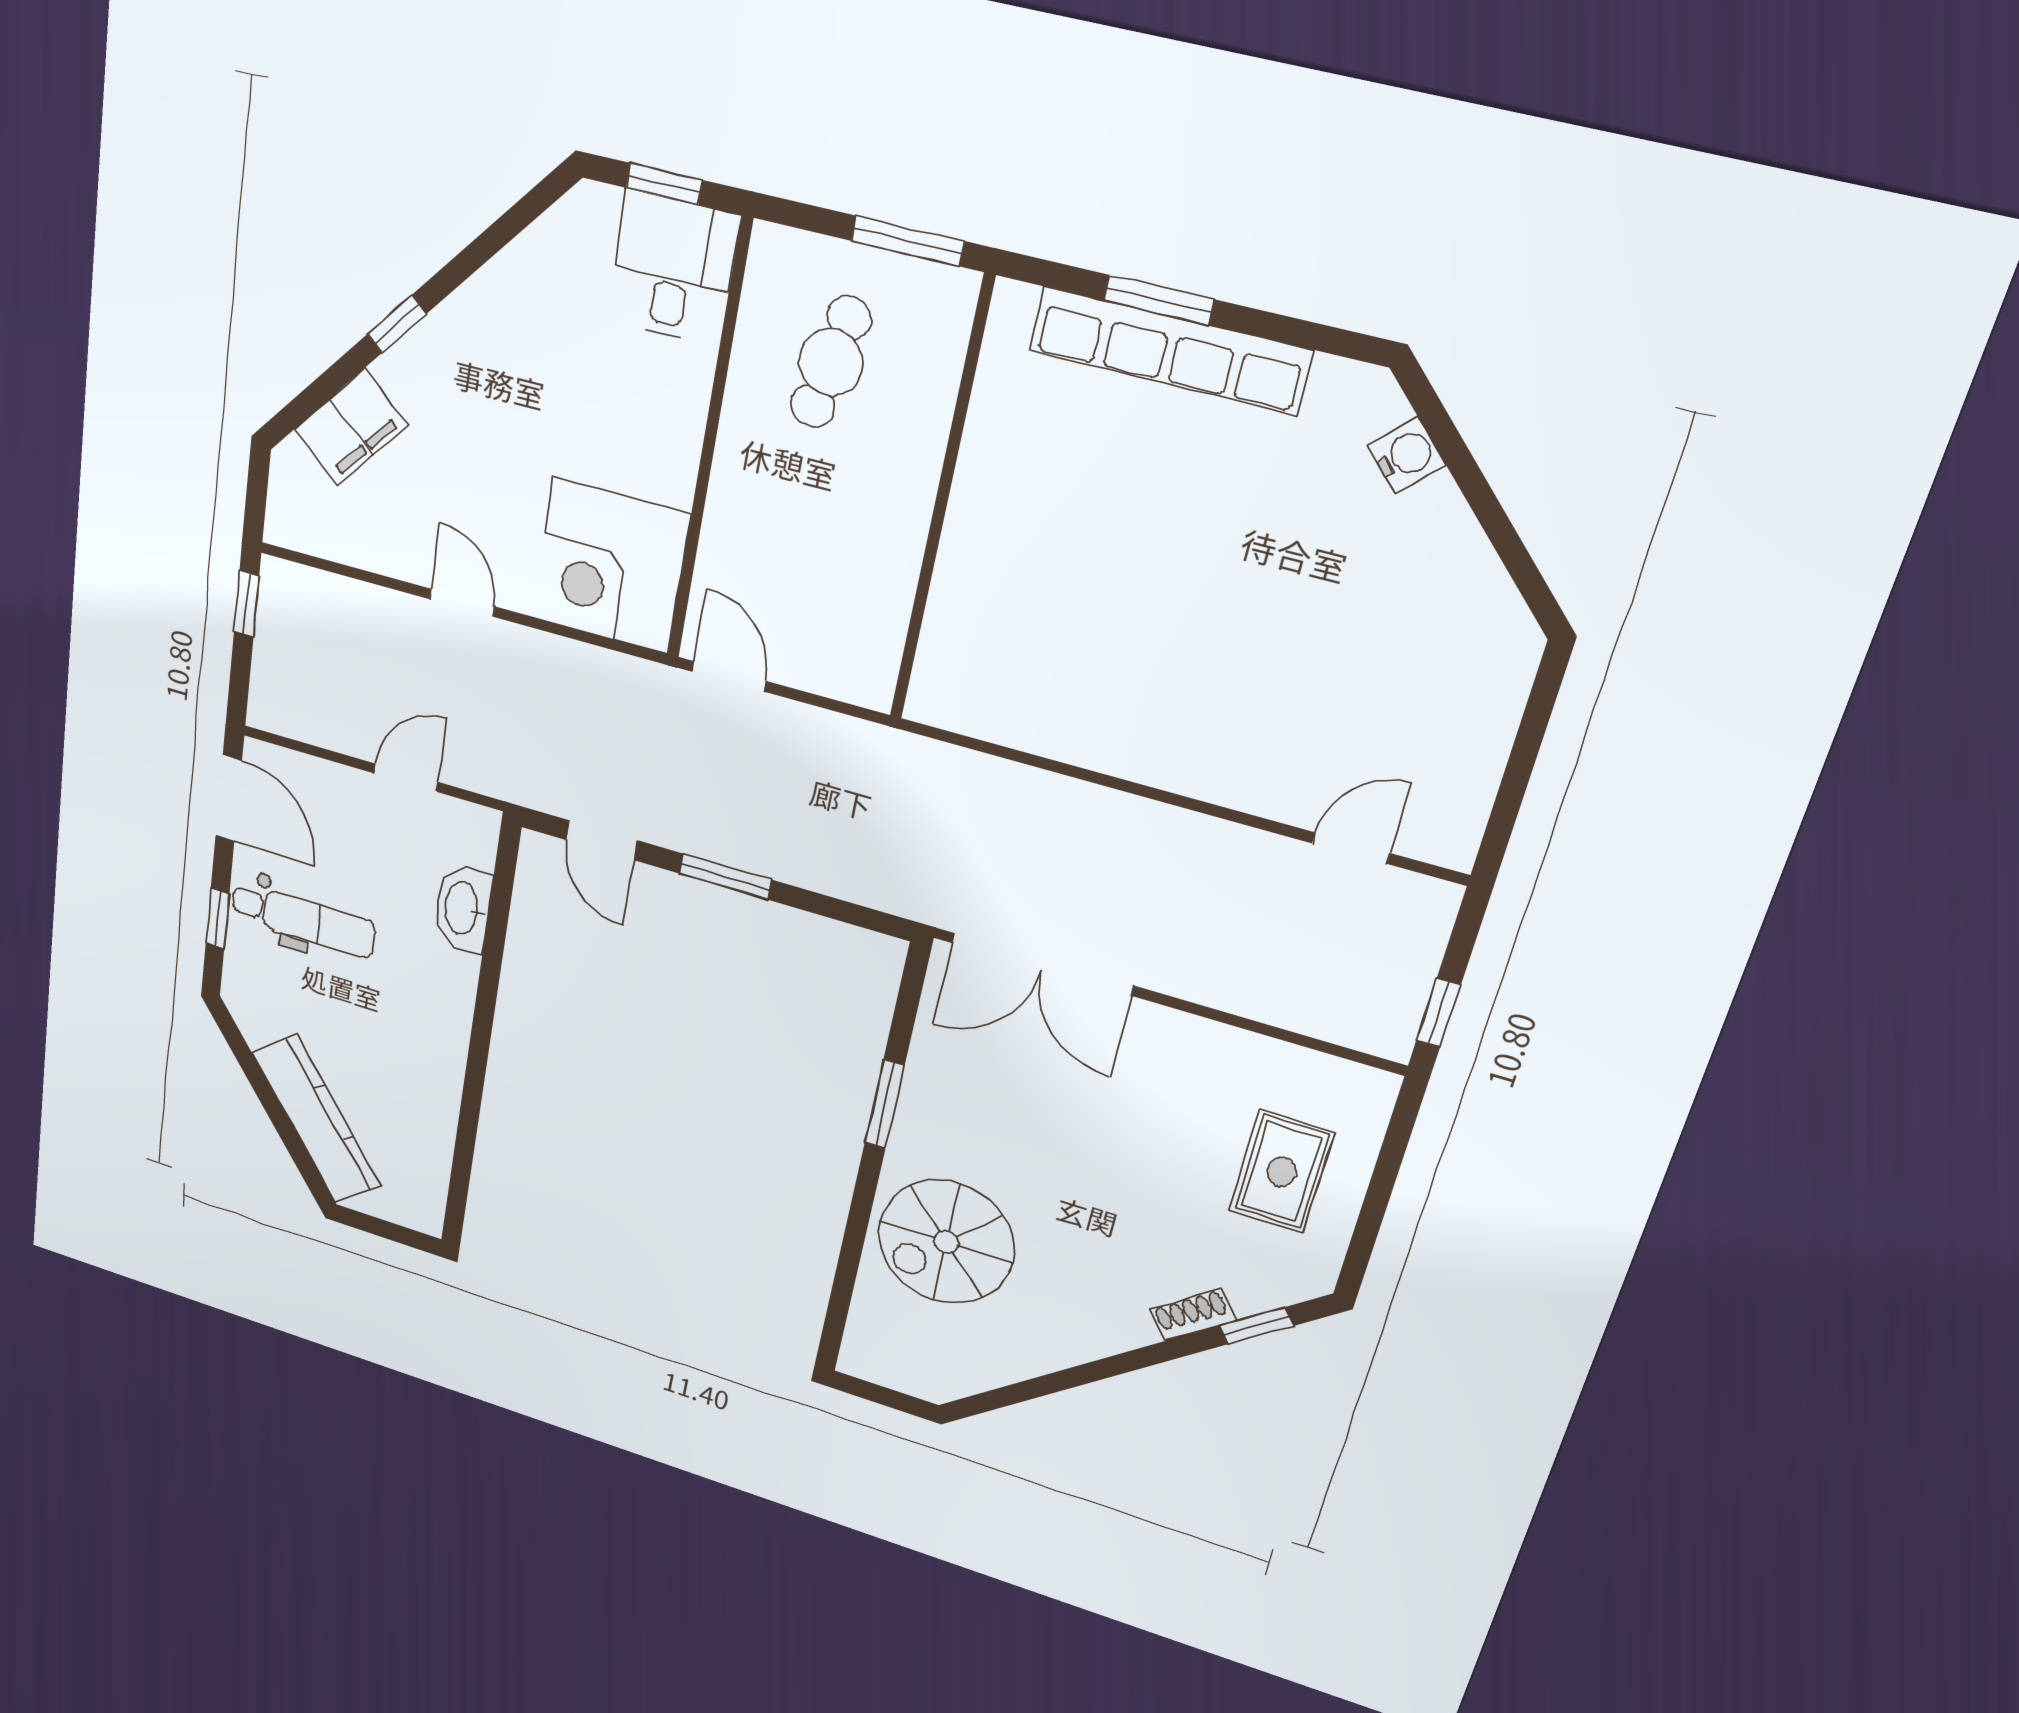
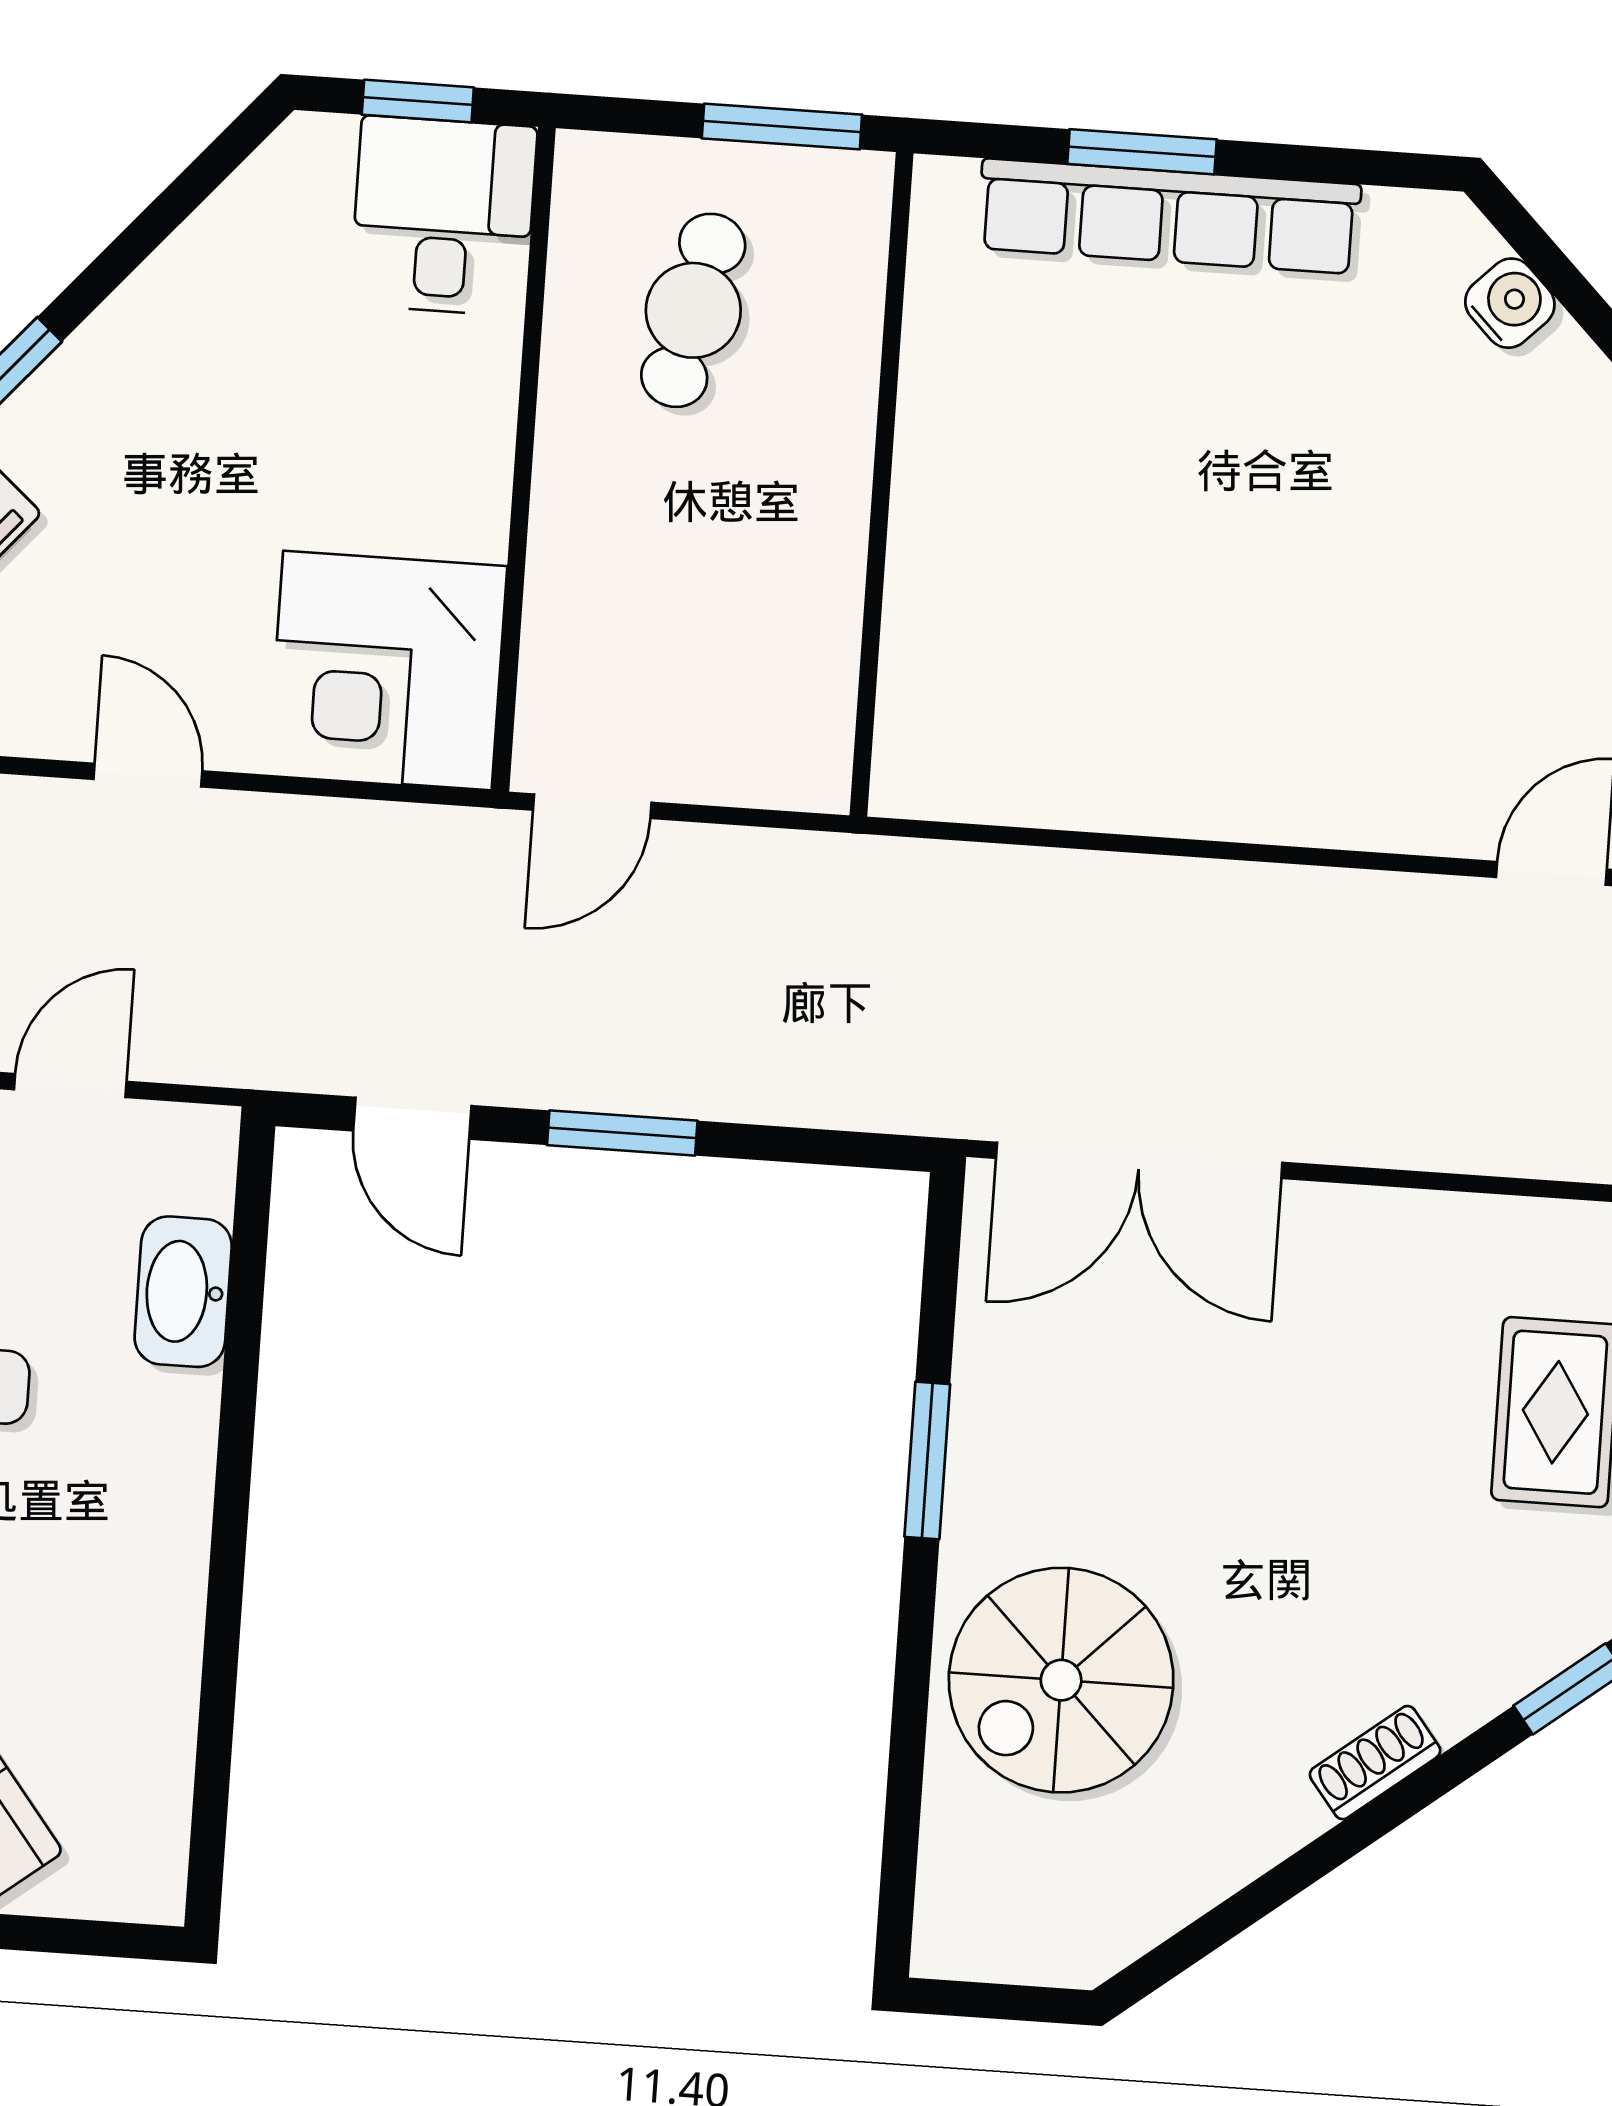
door: (729, 676) -> (592, 806), swing flipped
shoe rack: (1193, 1315) -> (1375, 1763), moved

